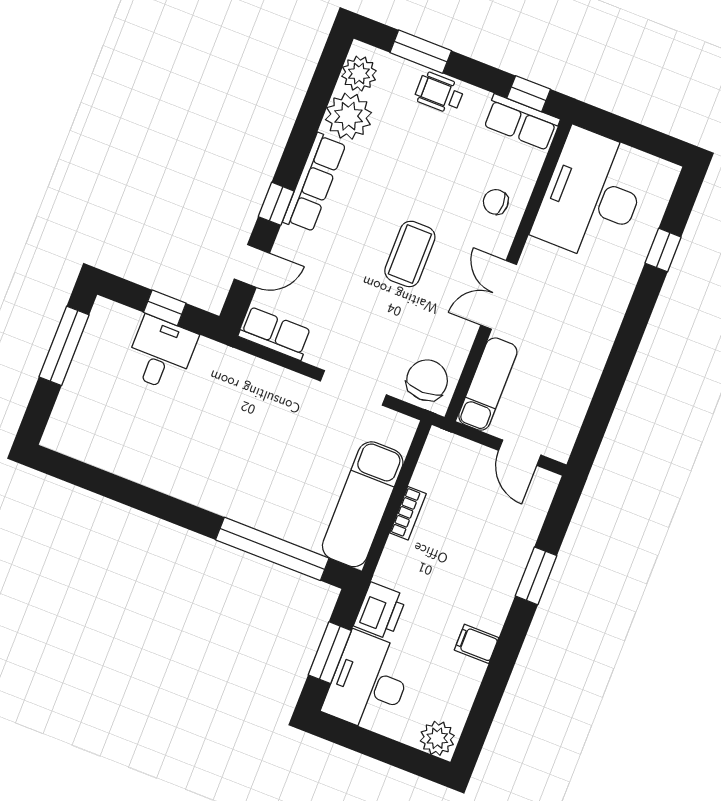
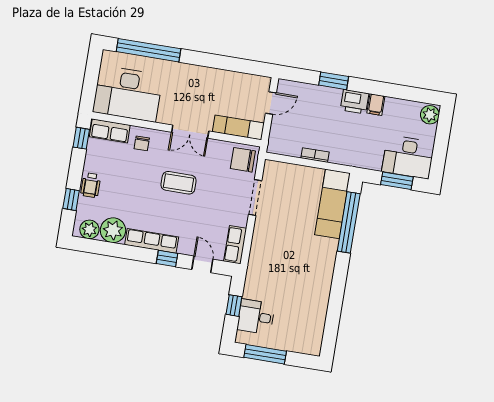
window: (421, 52) -> (71, 199), width x0.67
row of seats: (521, 122) -> (110, 131), moved, turned 90
window: (663, 250) -> (148, 50), width x3.17
desk: (161, 353) -> (256, 317), moved
exam couch: (363, 504) -> (332, 204), moved, turned 90
printer: (380, 611) -> (355, 102), moved, turned 180

